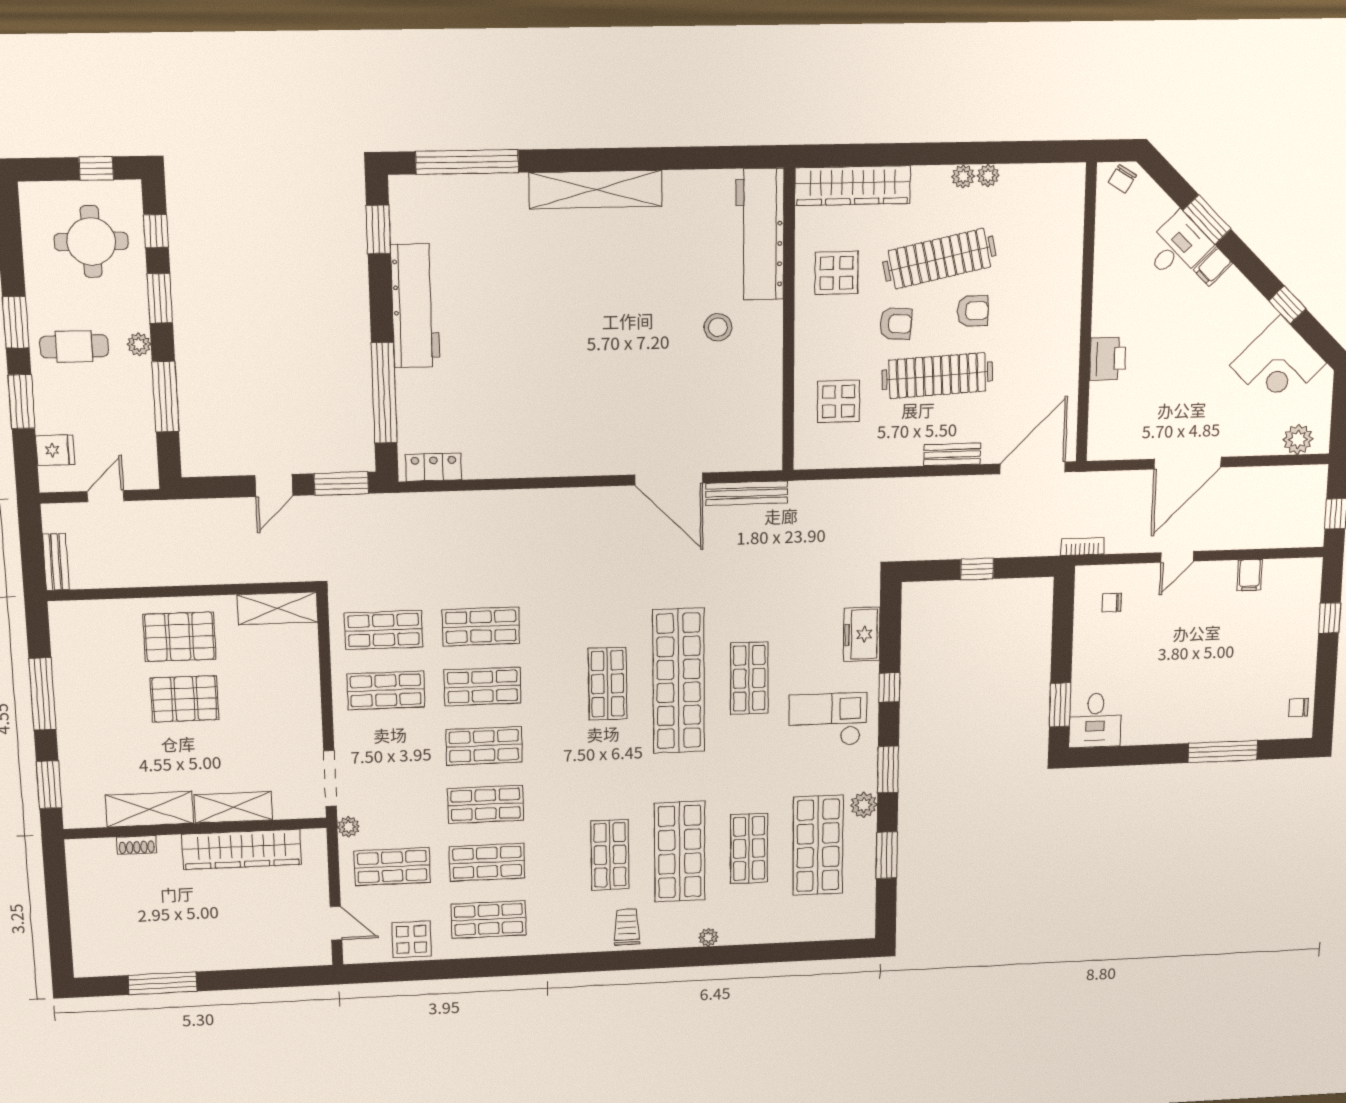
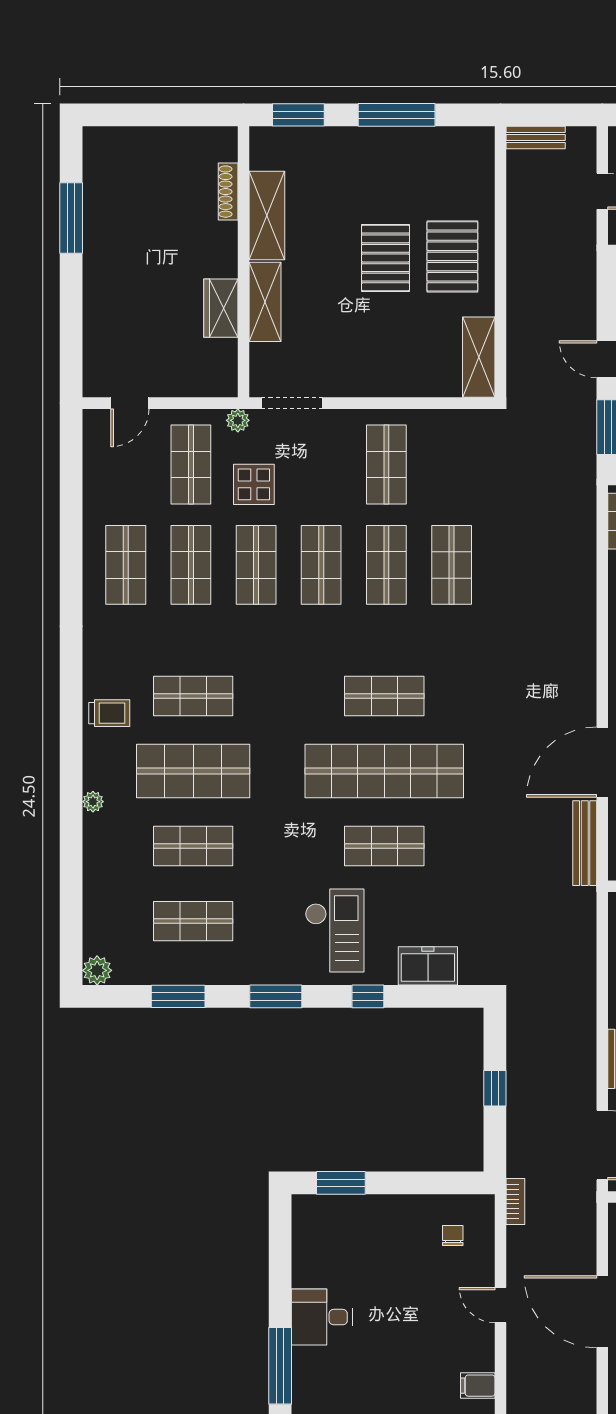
shop shelf: (384, 630) -> (452, 465), removed
desk: (1095, 720) -> (322, 1317), moved
plant: (864, 805) -> (97, 970), moved
shoe rack: (137, 845) -> (228, 192), width x1.43
shop shelf: (818, 845) -> (193, 921), width x0.70, depth x0.74
wardrobe: (242, 849) -> (221, 308), width x0.48, depth x0.85
display table: (411, 939) -> (254, 484), moved

